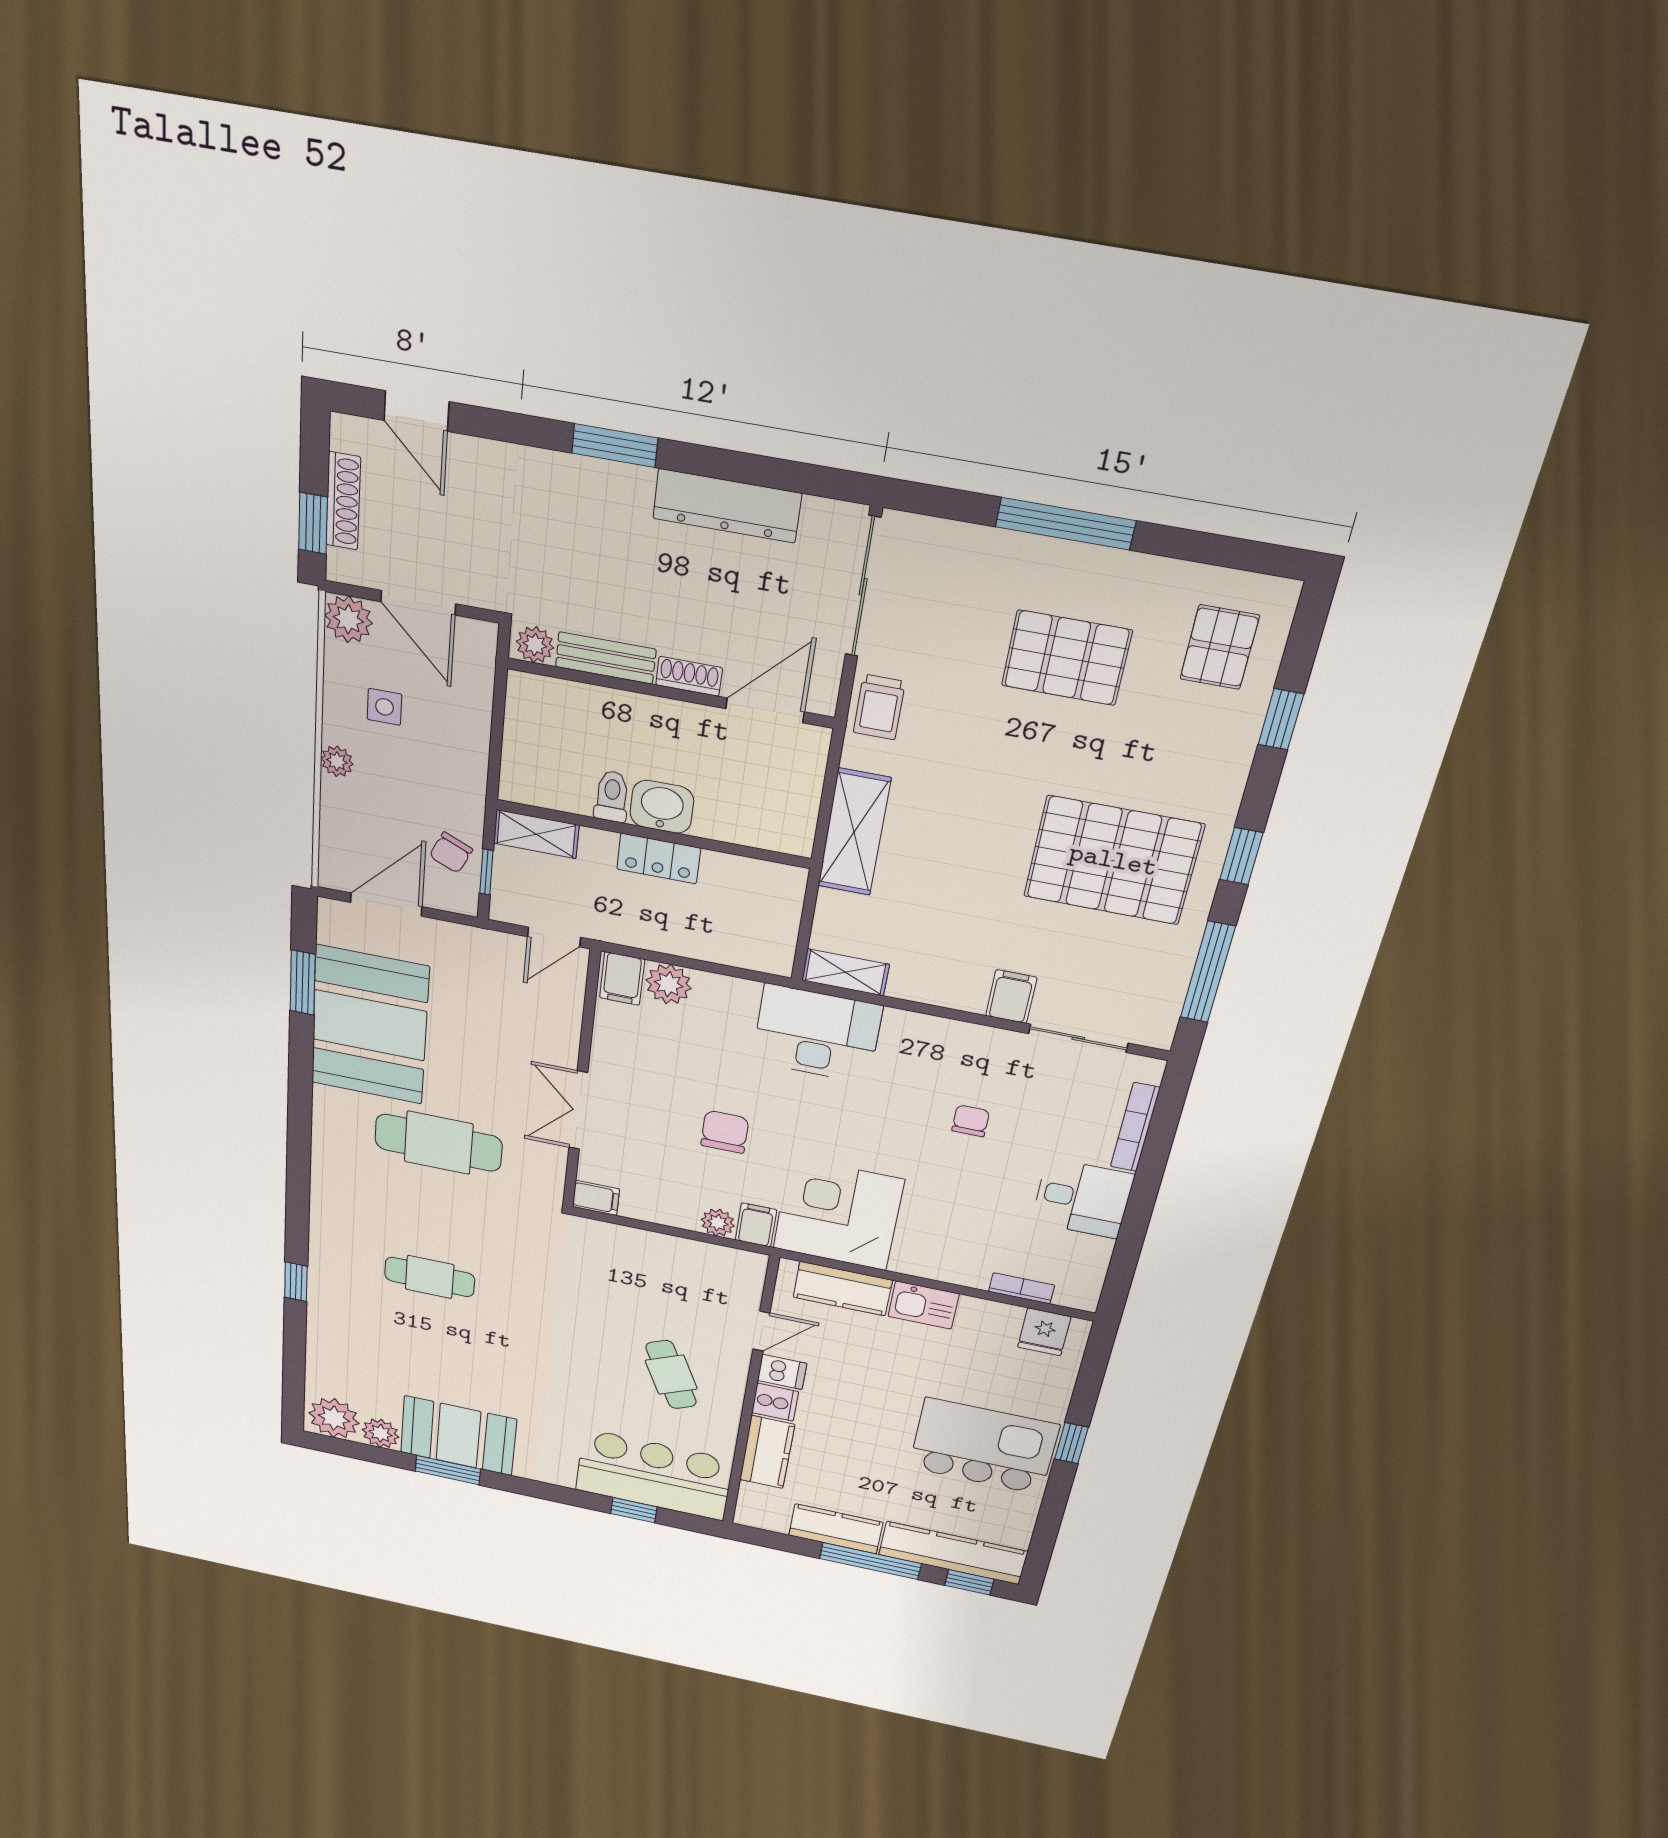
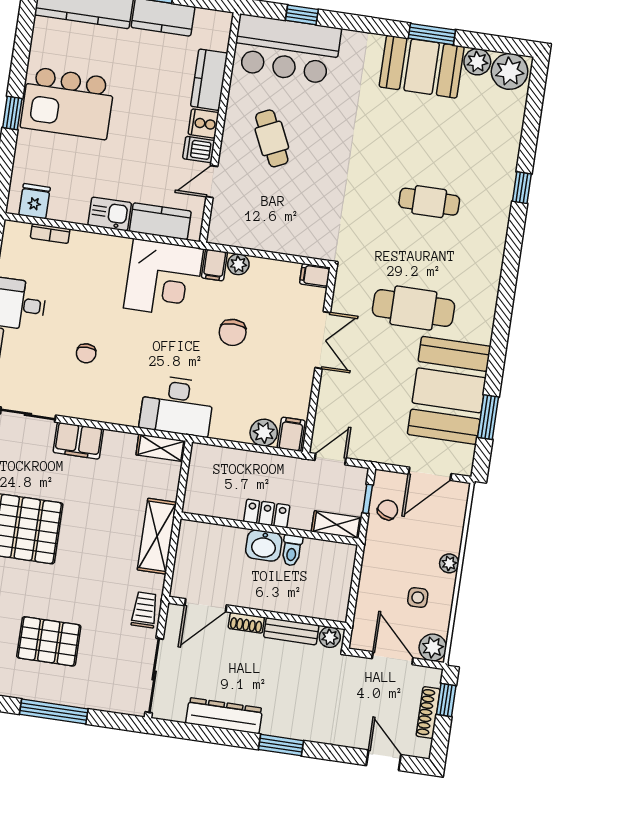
filing cabinet: (1011, 997) -> (78, 441), width x2.00

